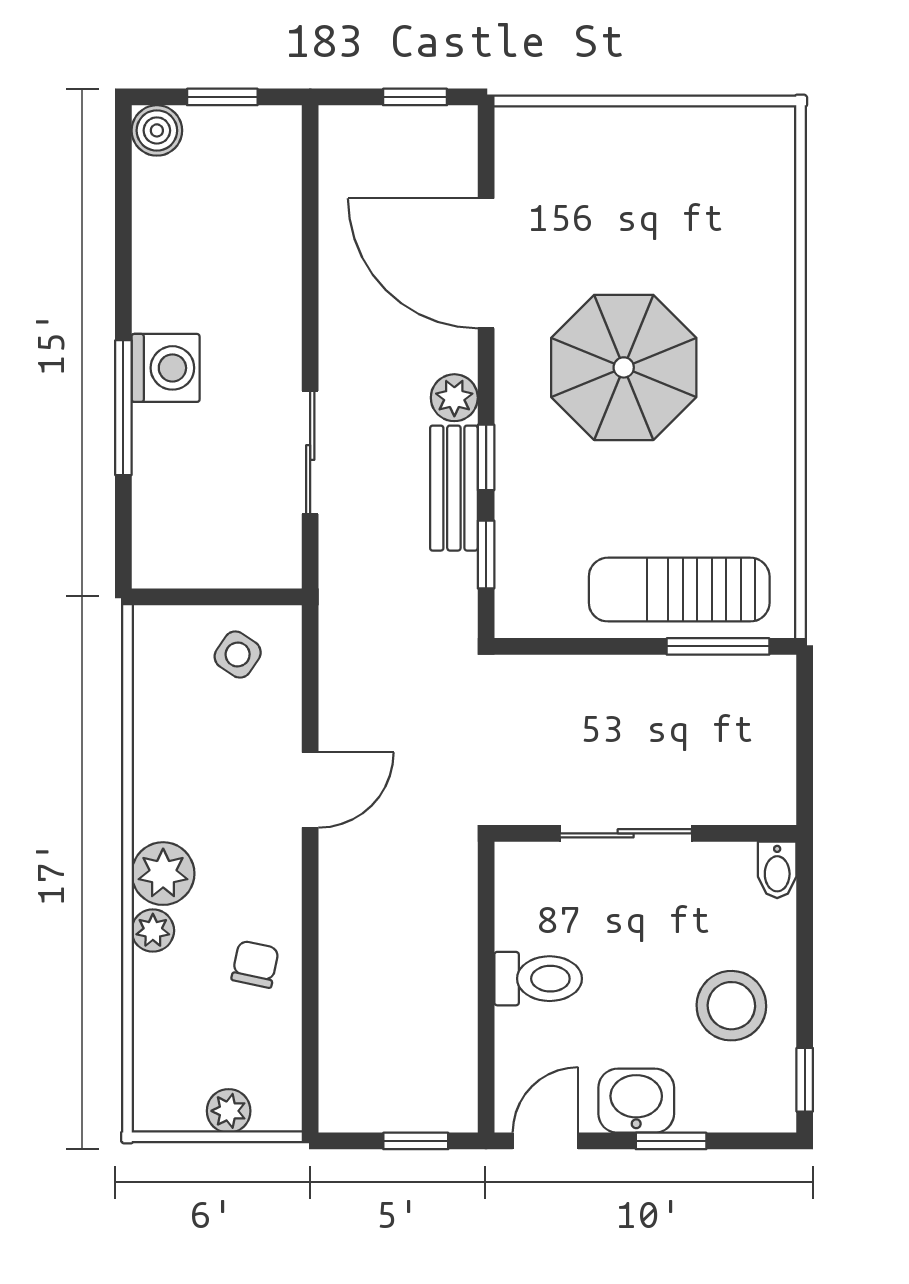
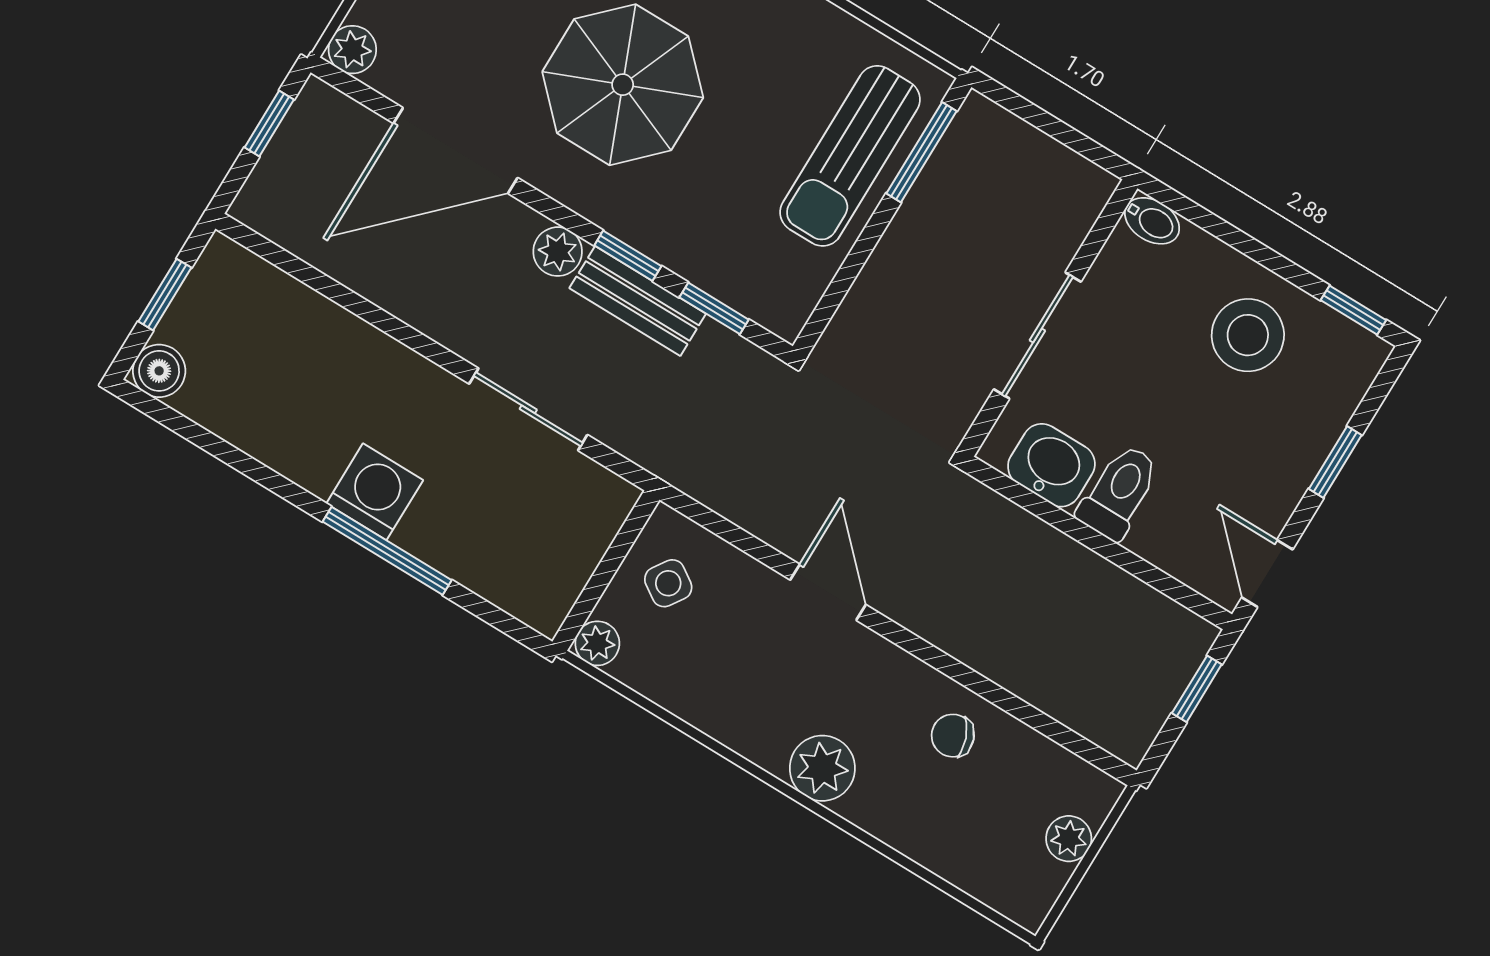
plant: (517, 128) -> (352, 50), added
plant: (153, 931) -> (597, 643), moved
chair: (255, 964) -> (953, 736), turned -33
washbasin: (636, 1101) -> (1051, 465), moved, turned 90

